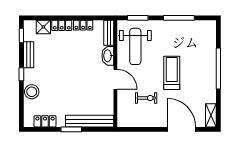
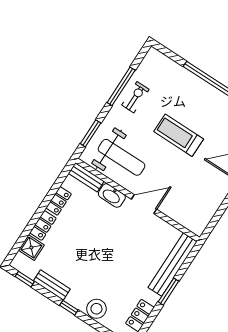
exercise bike: (146, 98) -> (135, 97), moved

